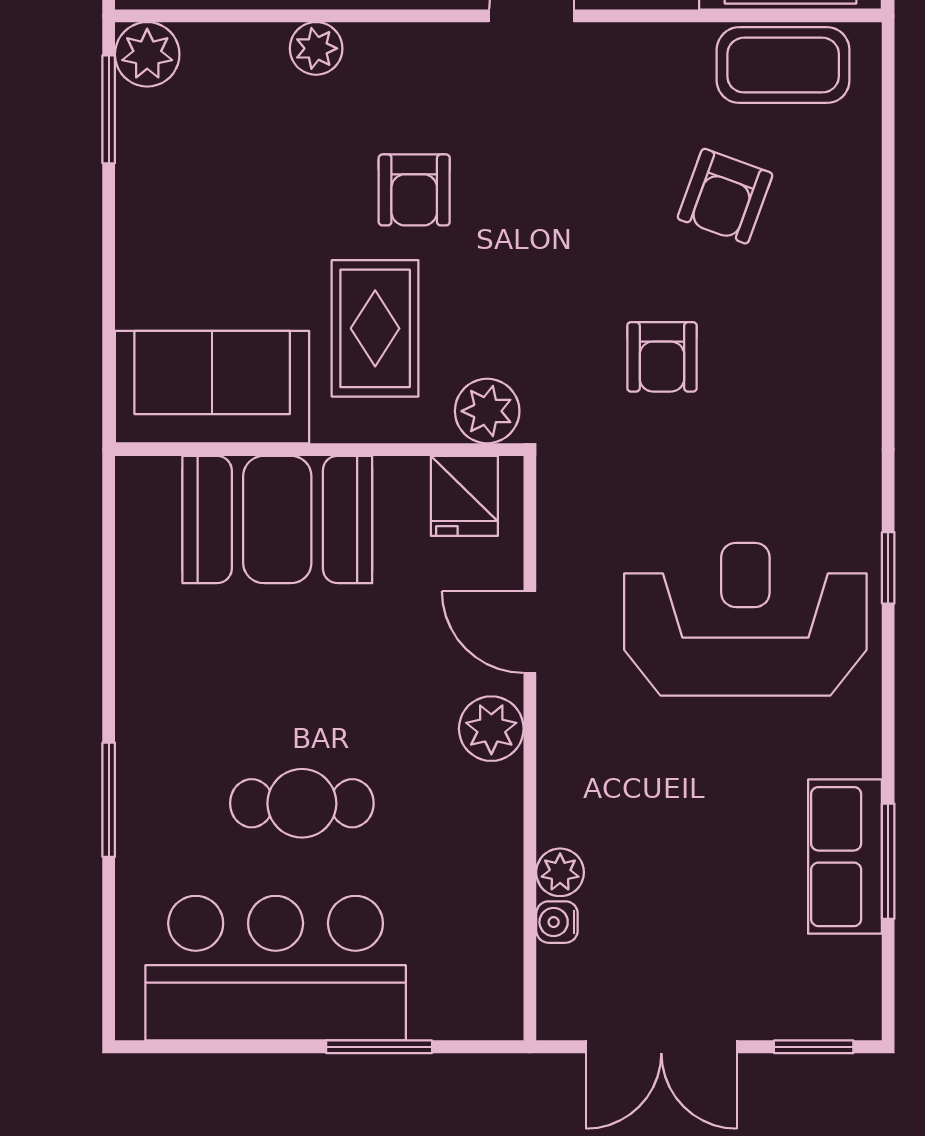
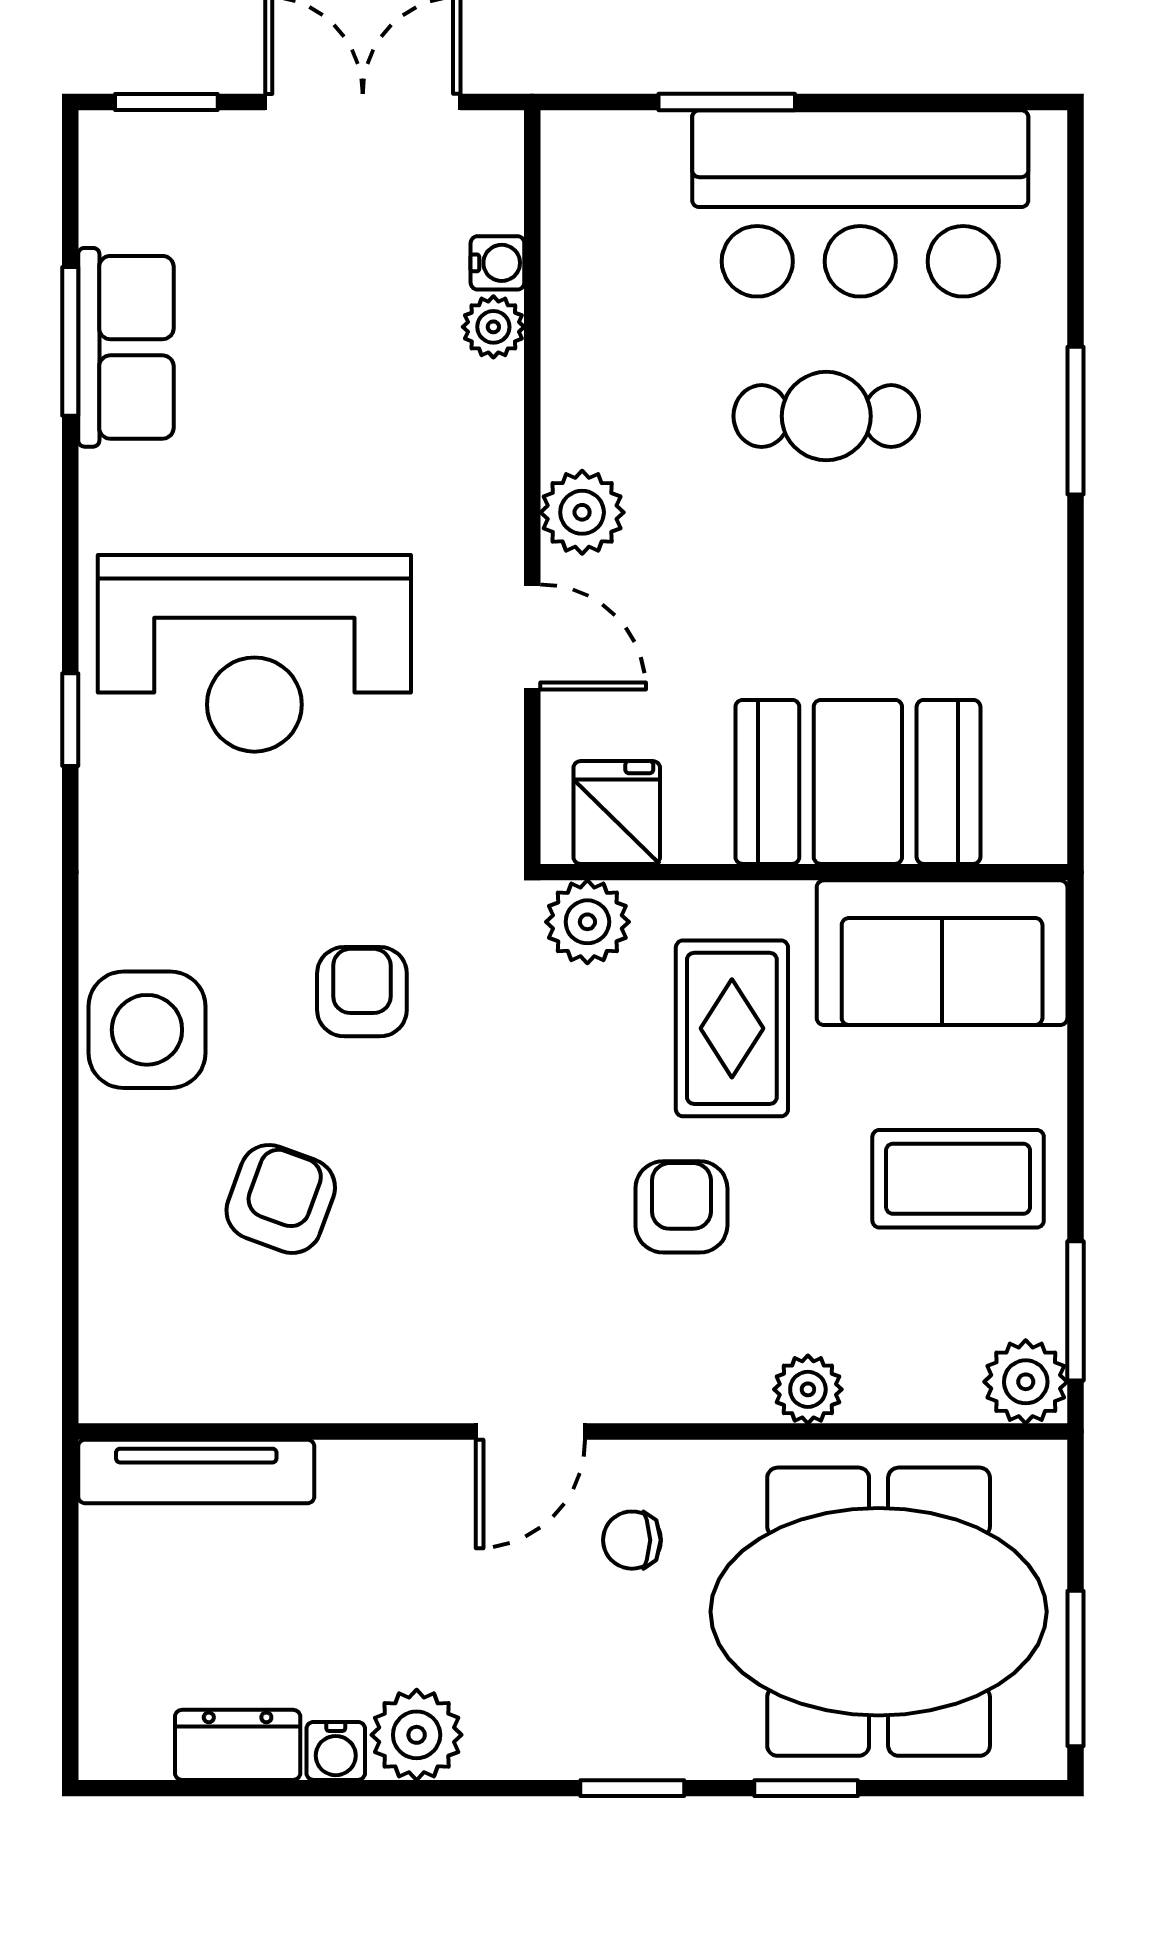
coffee table: (783, 65) -> (958, 1179), moved
side table: (829, 327) -> (147, 1030), added

